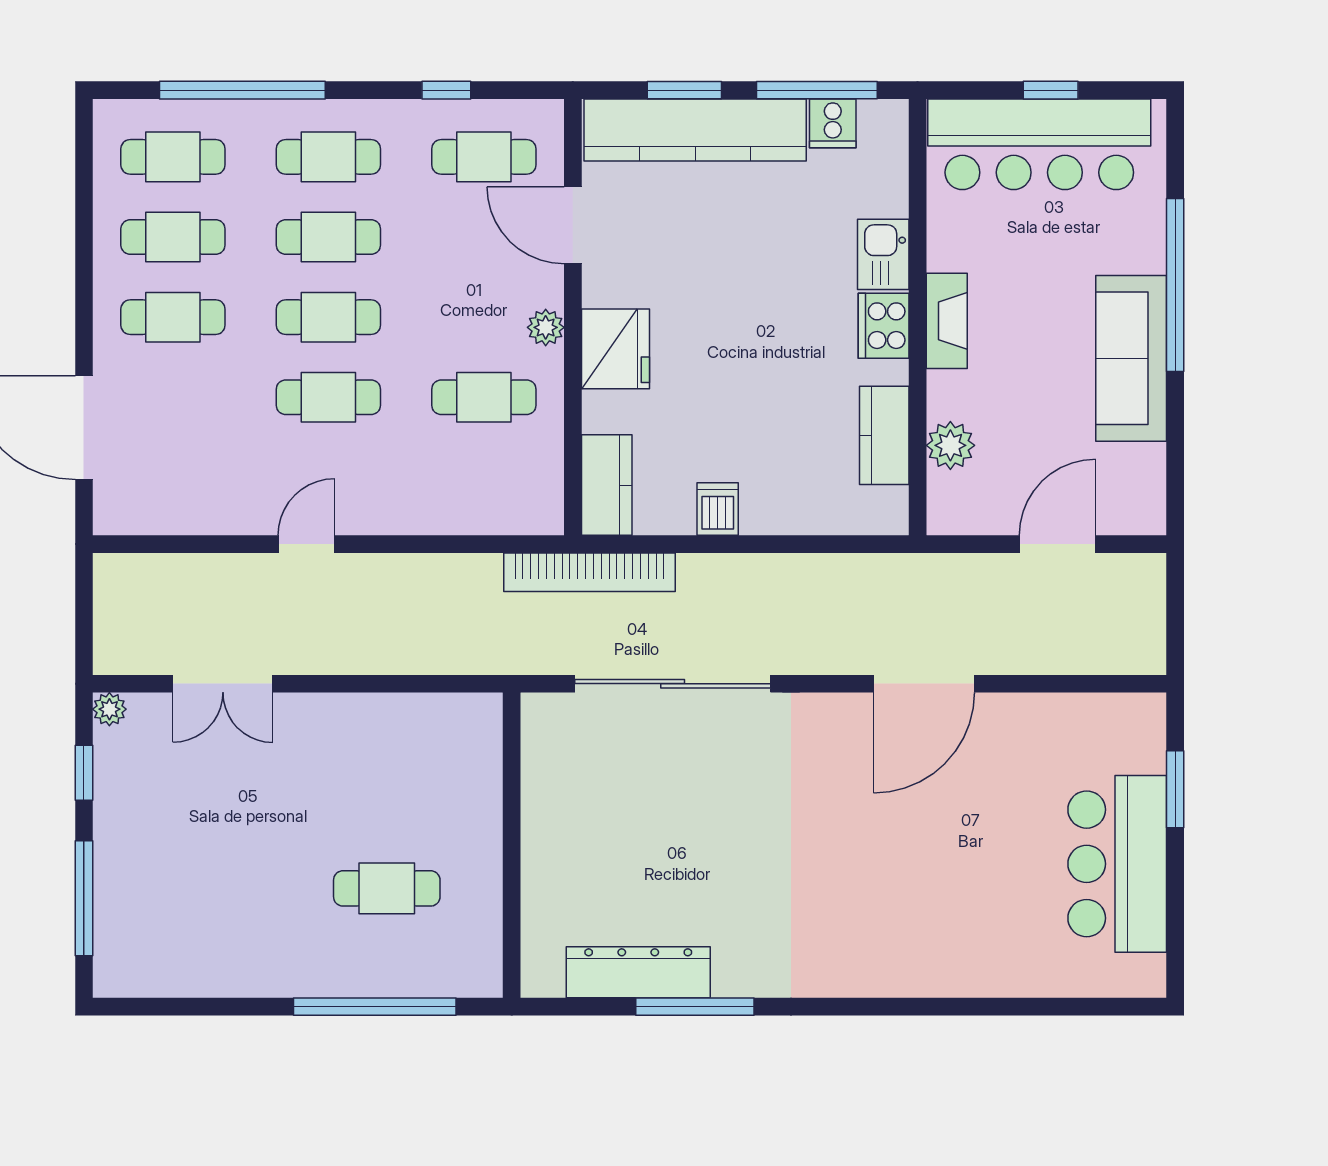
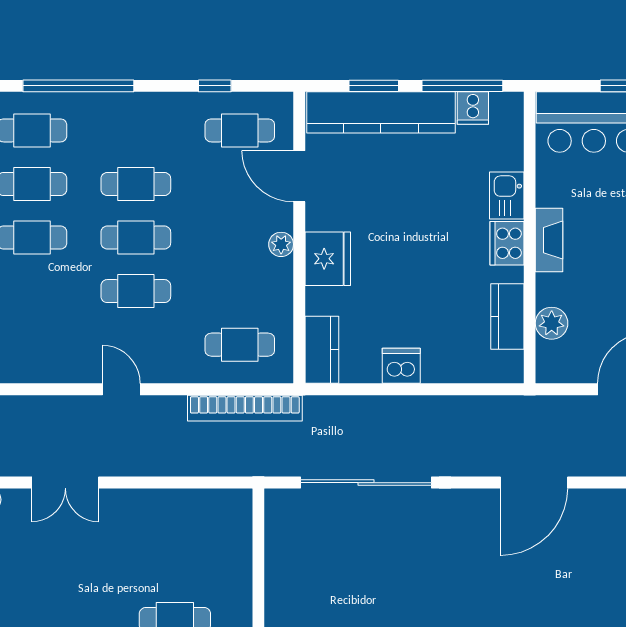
cafe table: (328, 157) -> (136, 130), removed
cafe table: (484, 397) -> (240, 345), moved
dishwasher: (718, 509) -> (401, 366), width x1.38
door: (307, 544) -> (121, 389), hinge flipped
bookcase: (590, 572) -> (245, 408), moved

